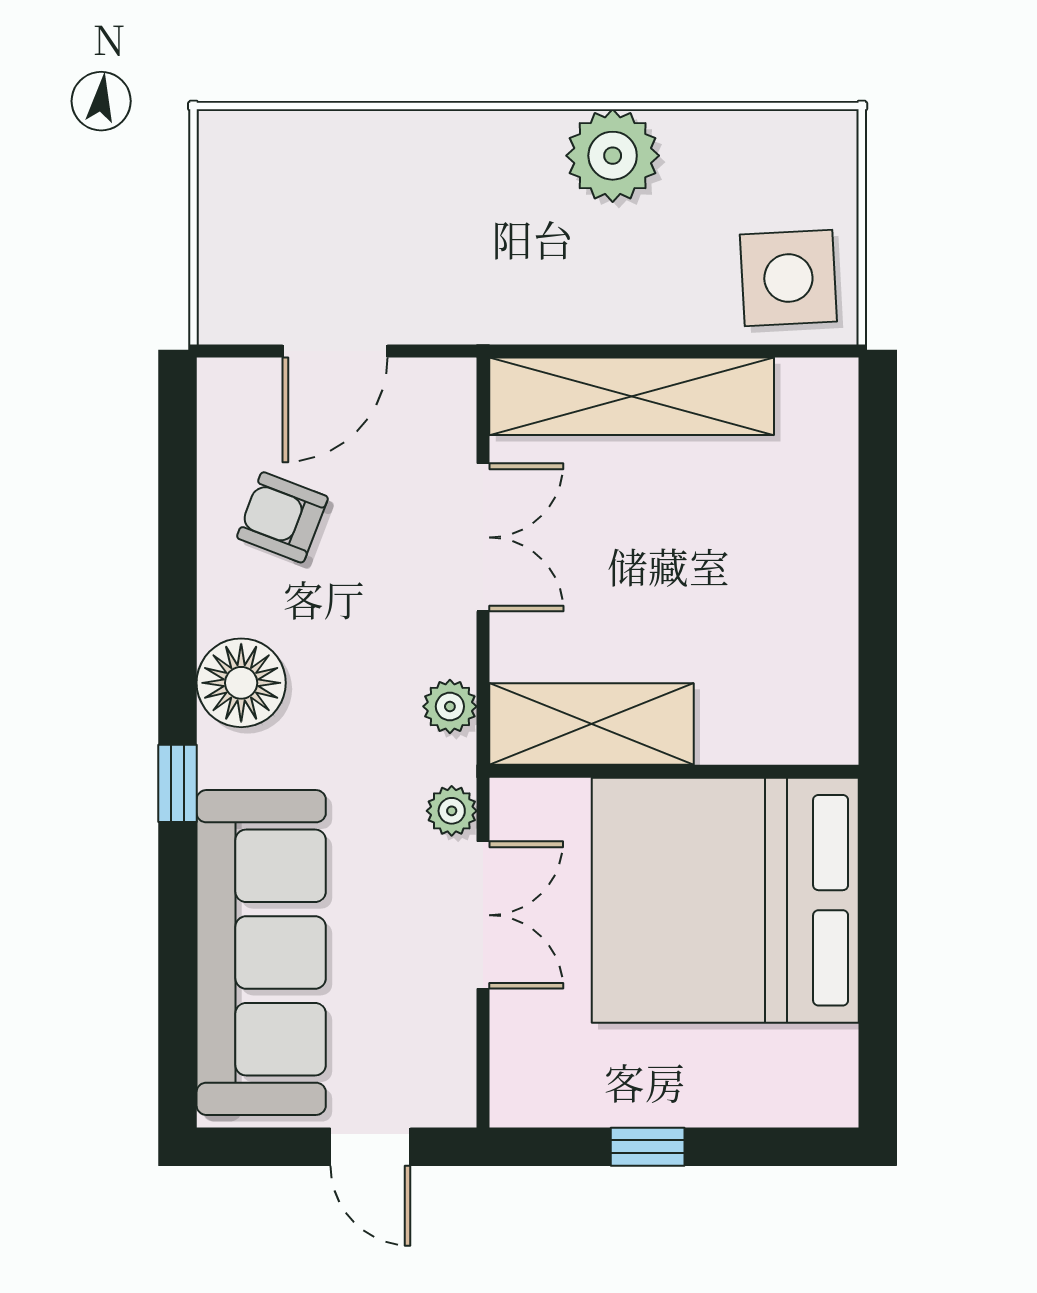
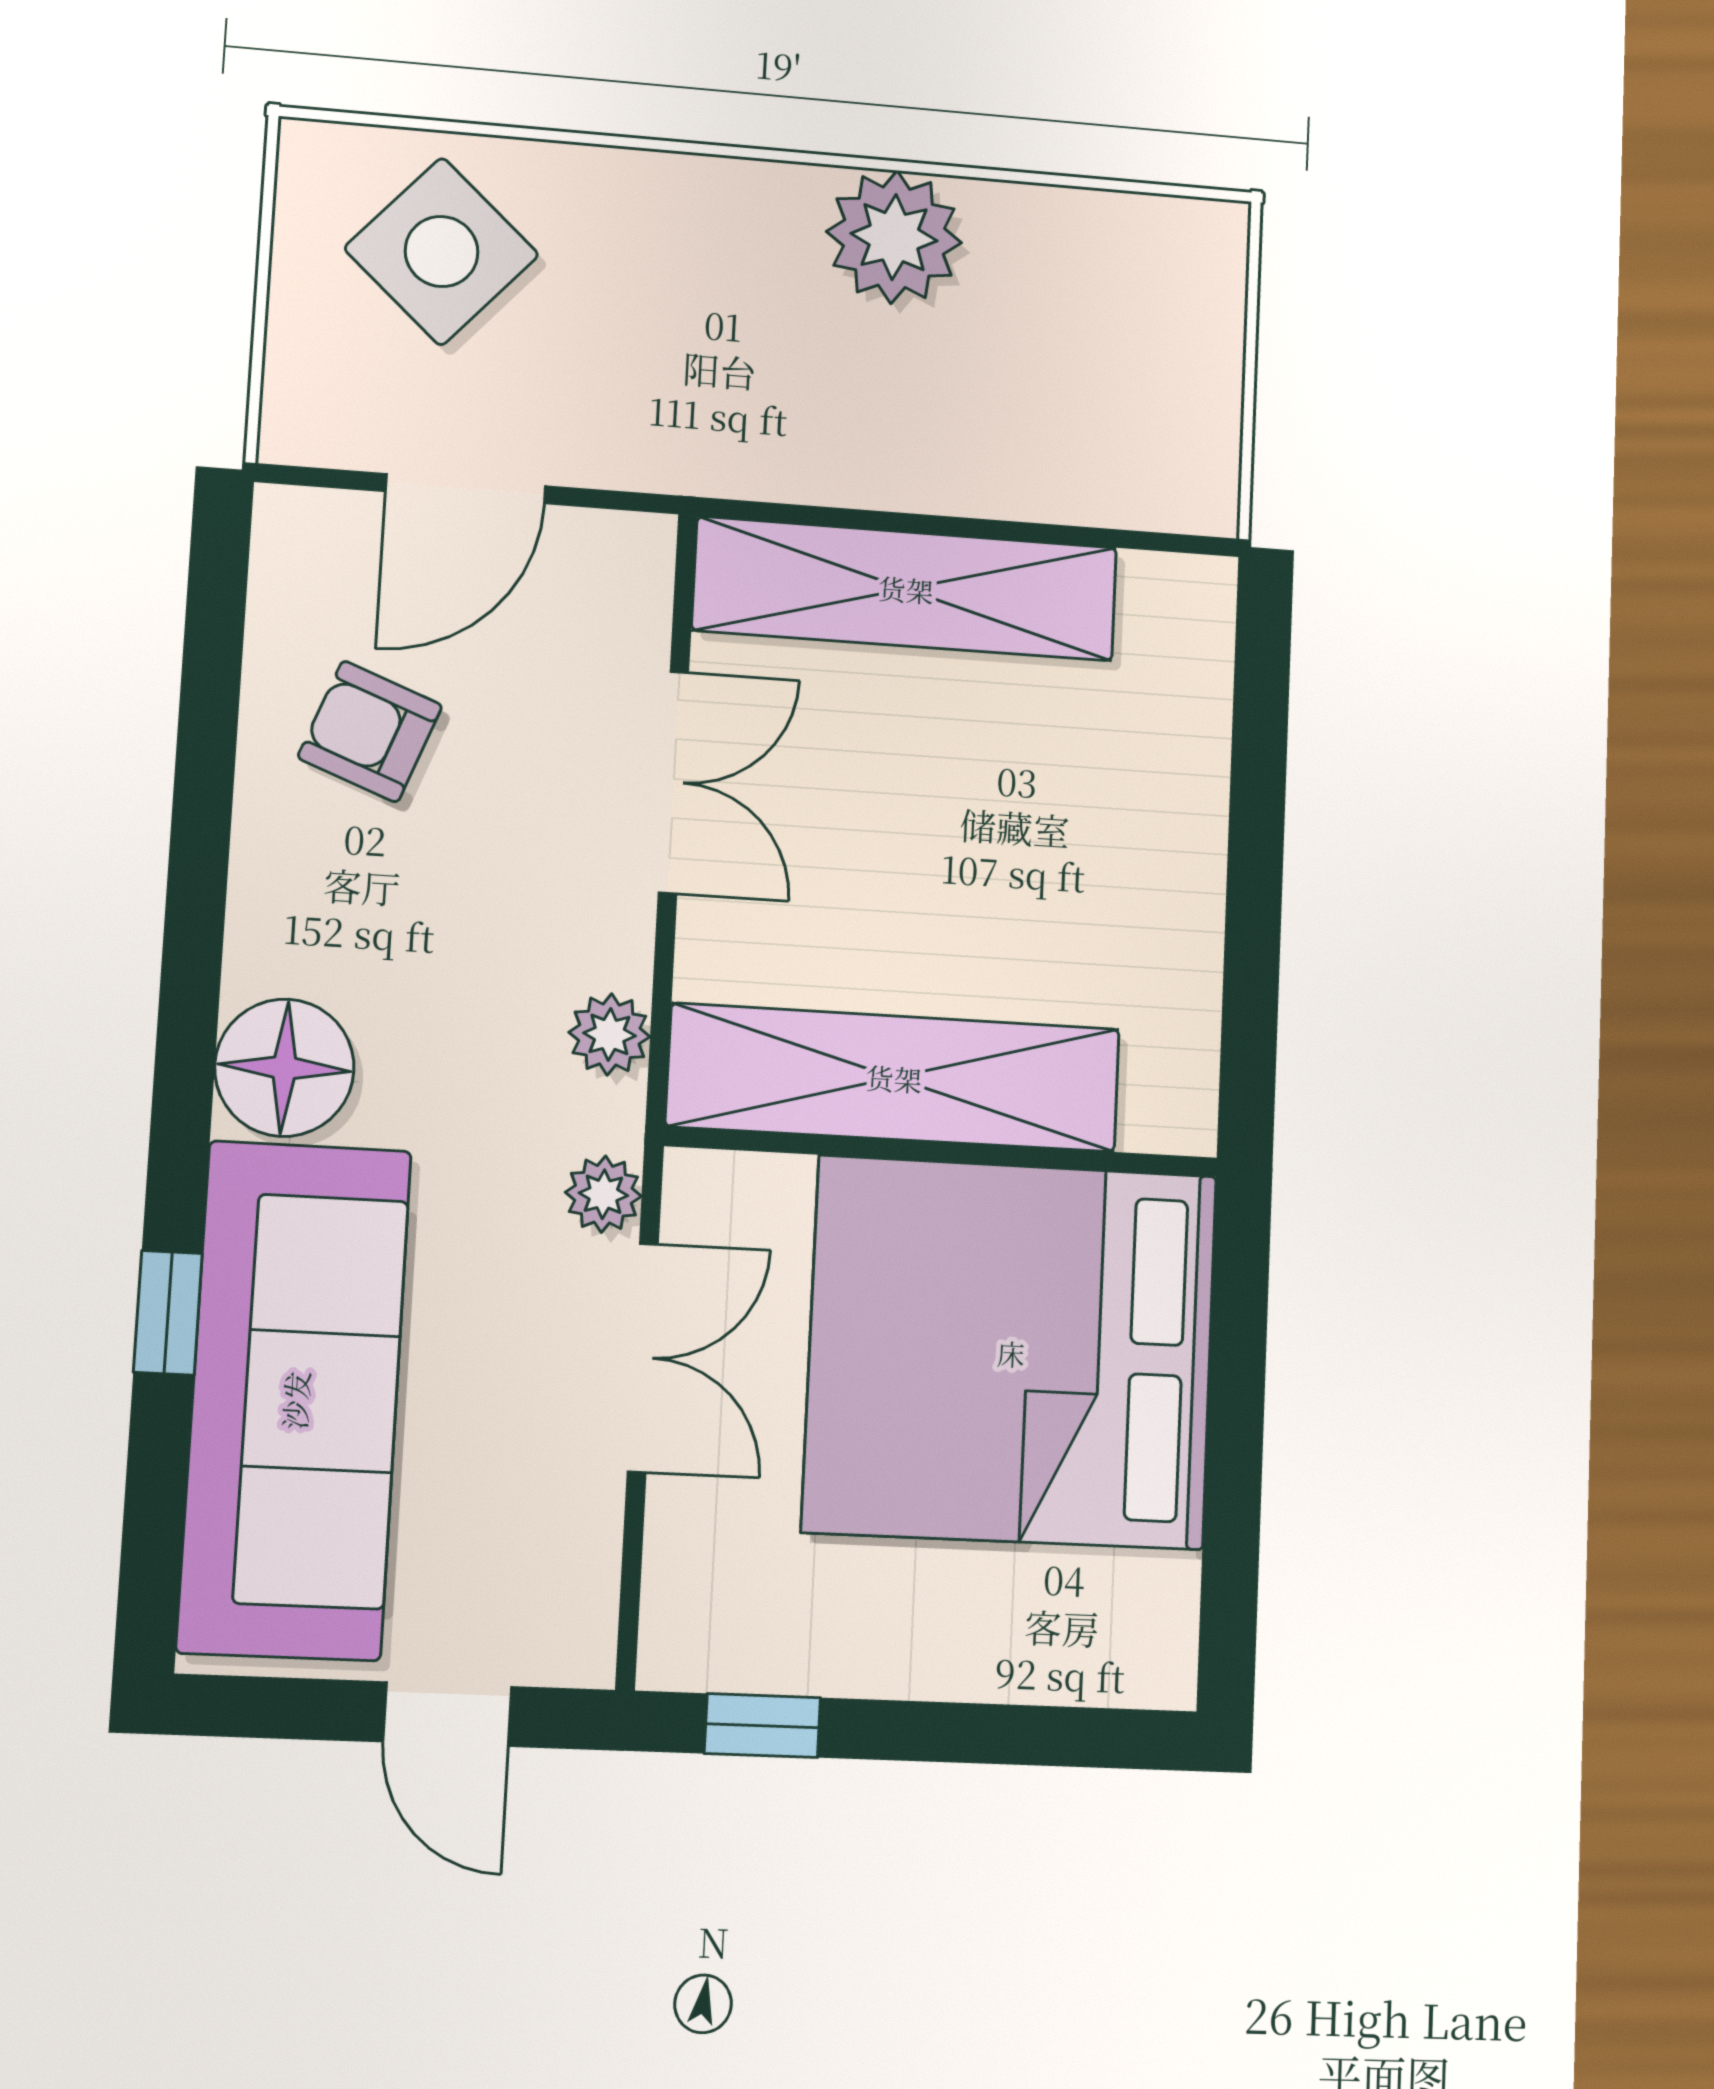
side table: (788, 278) -> (442, 252), moved, turned 45
floor lamp: (241, 683) -> (284, 1068), moved
shelving: (592, 724) -> (894, 1078), width x1.47
window: (178, 783) -> (168, 1313), moved
window: (648, 1147) -> (762, 1726), moved

